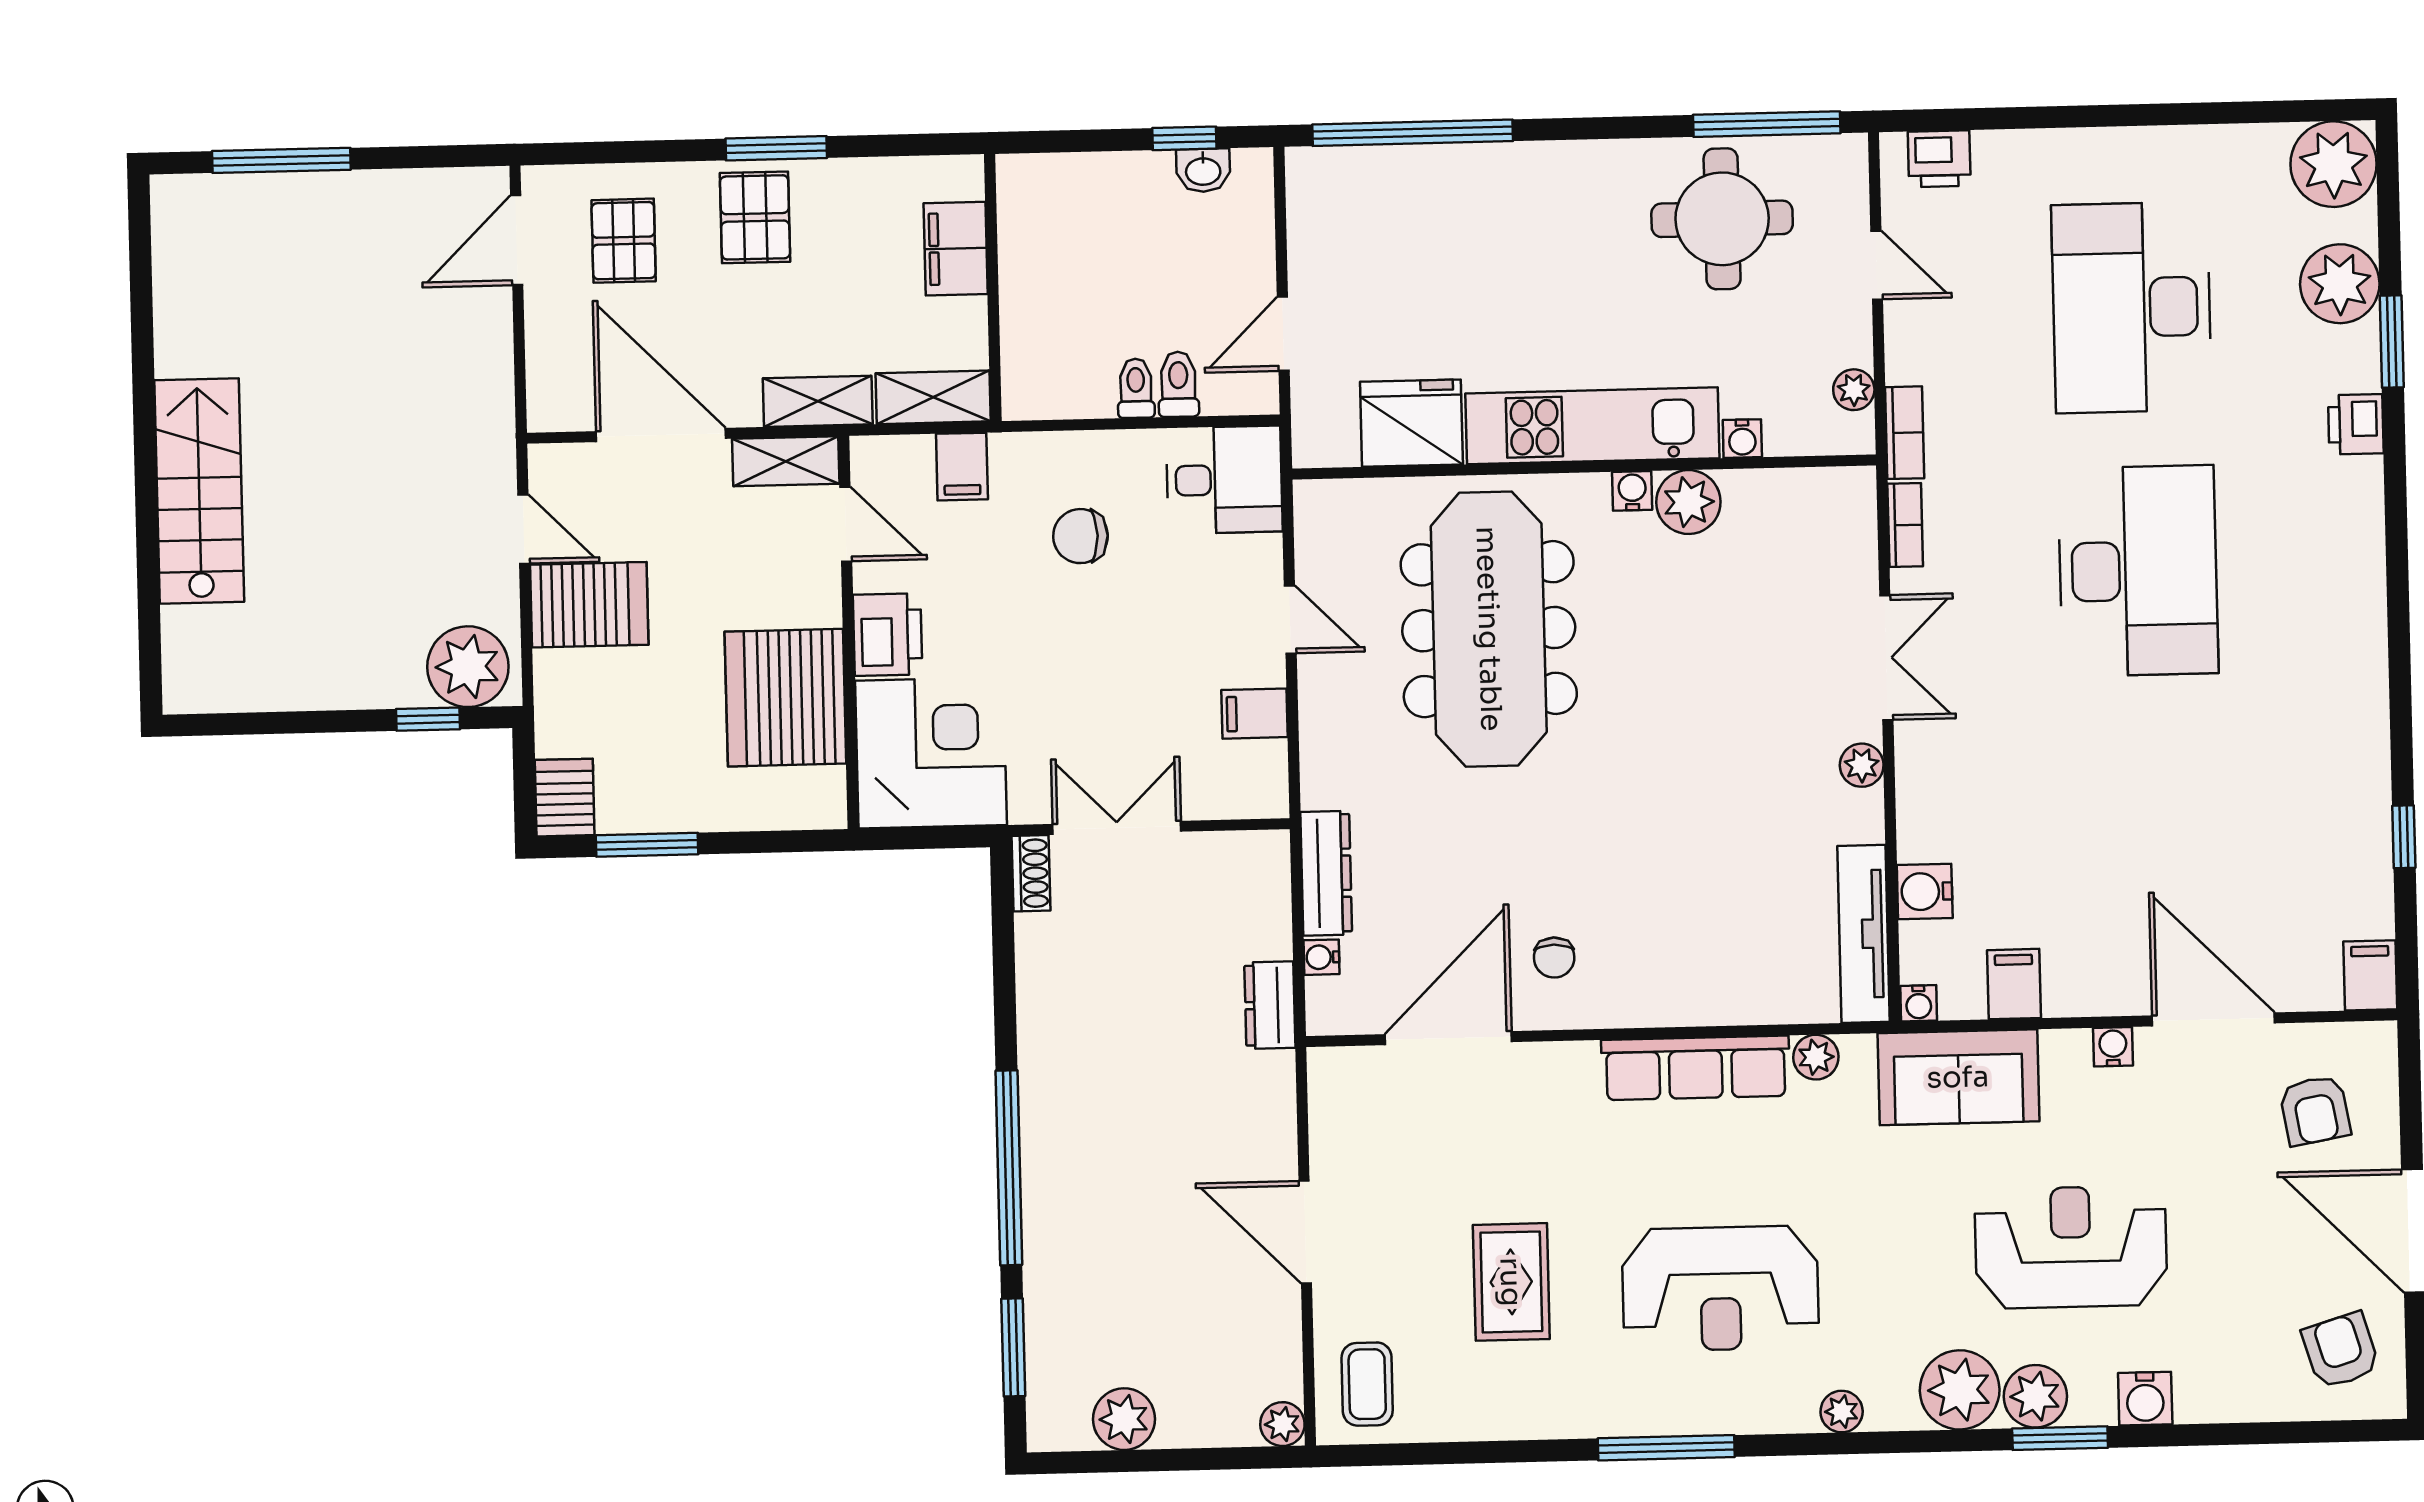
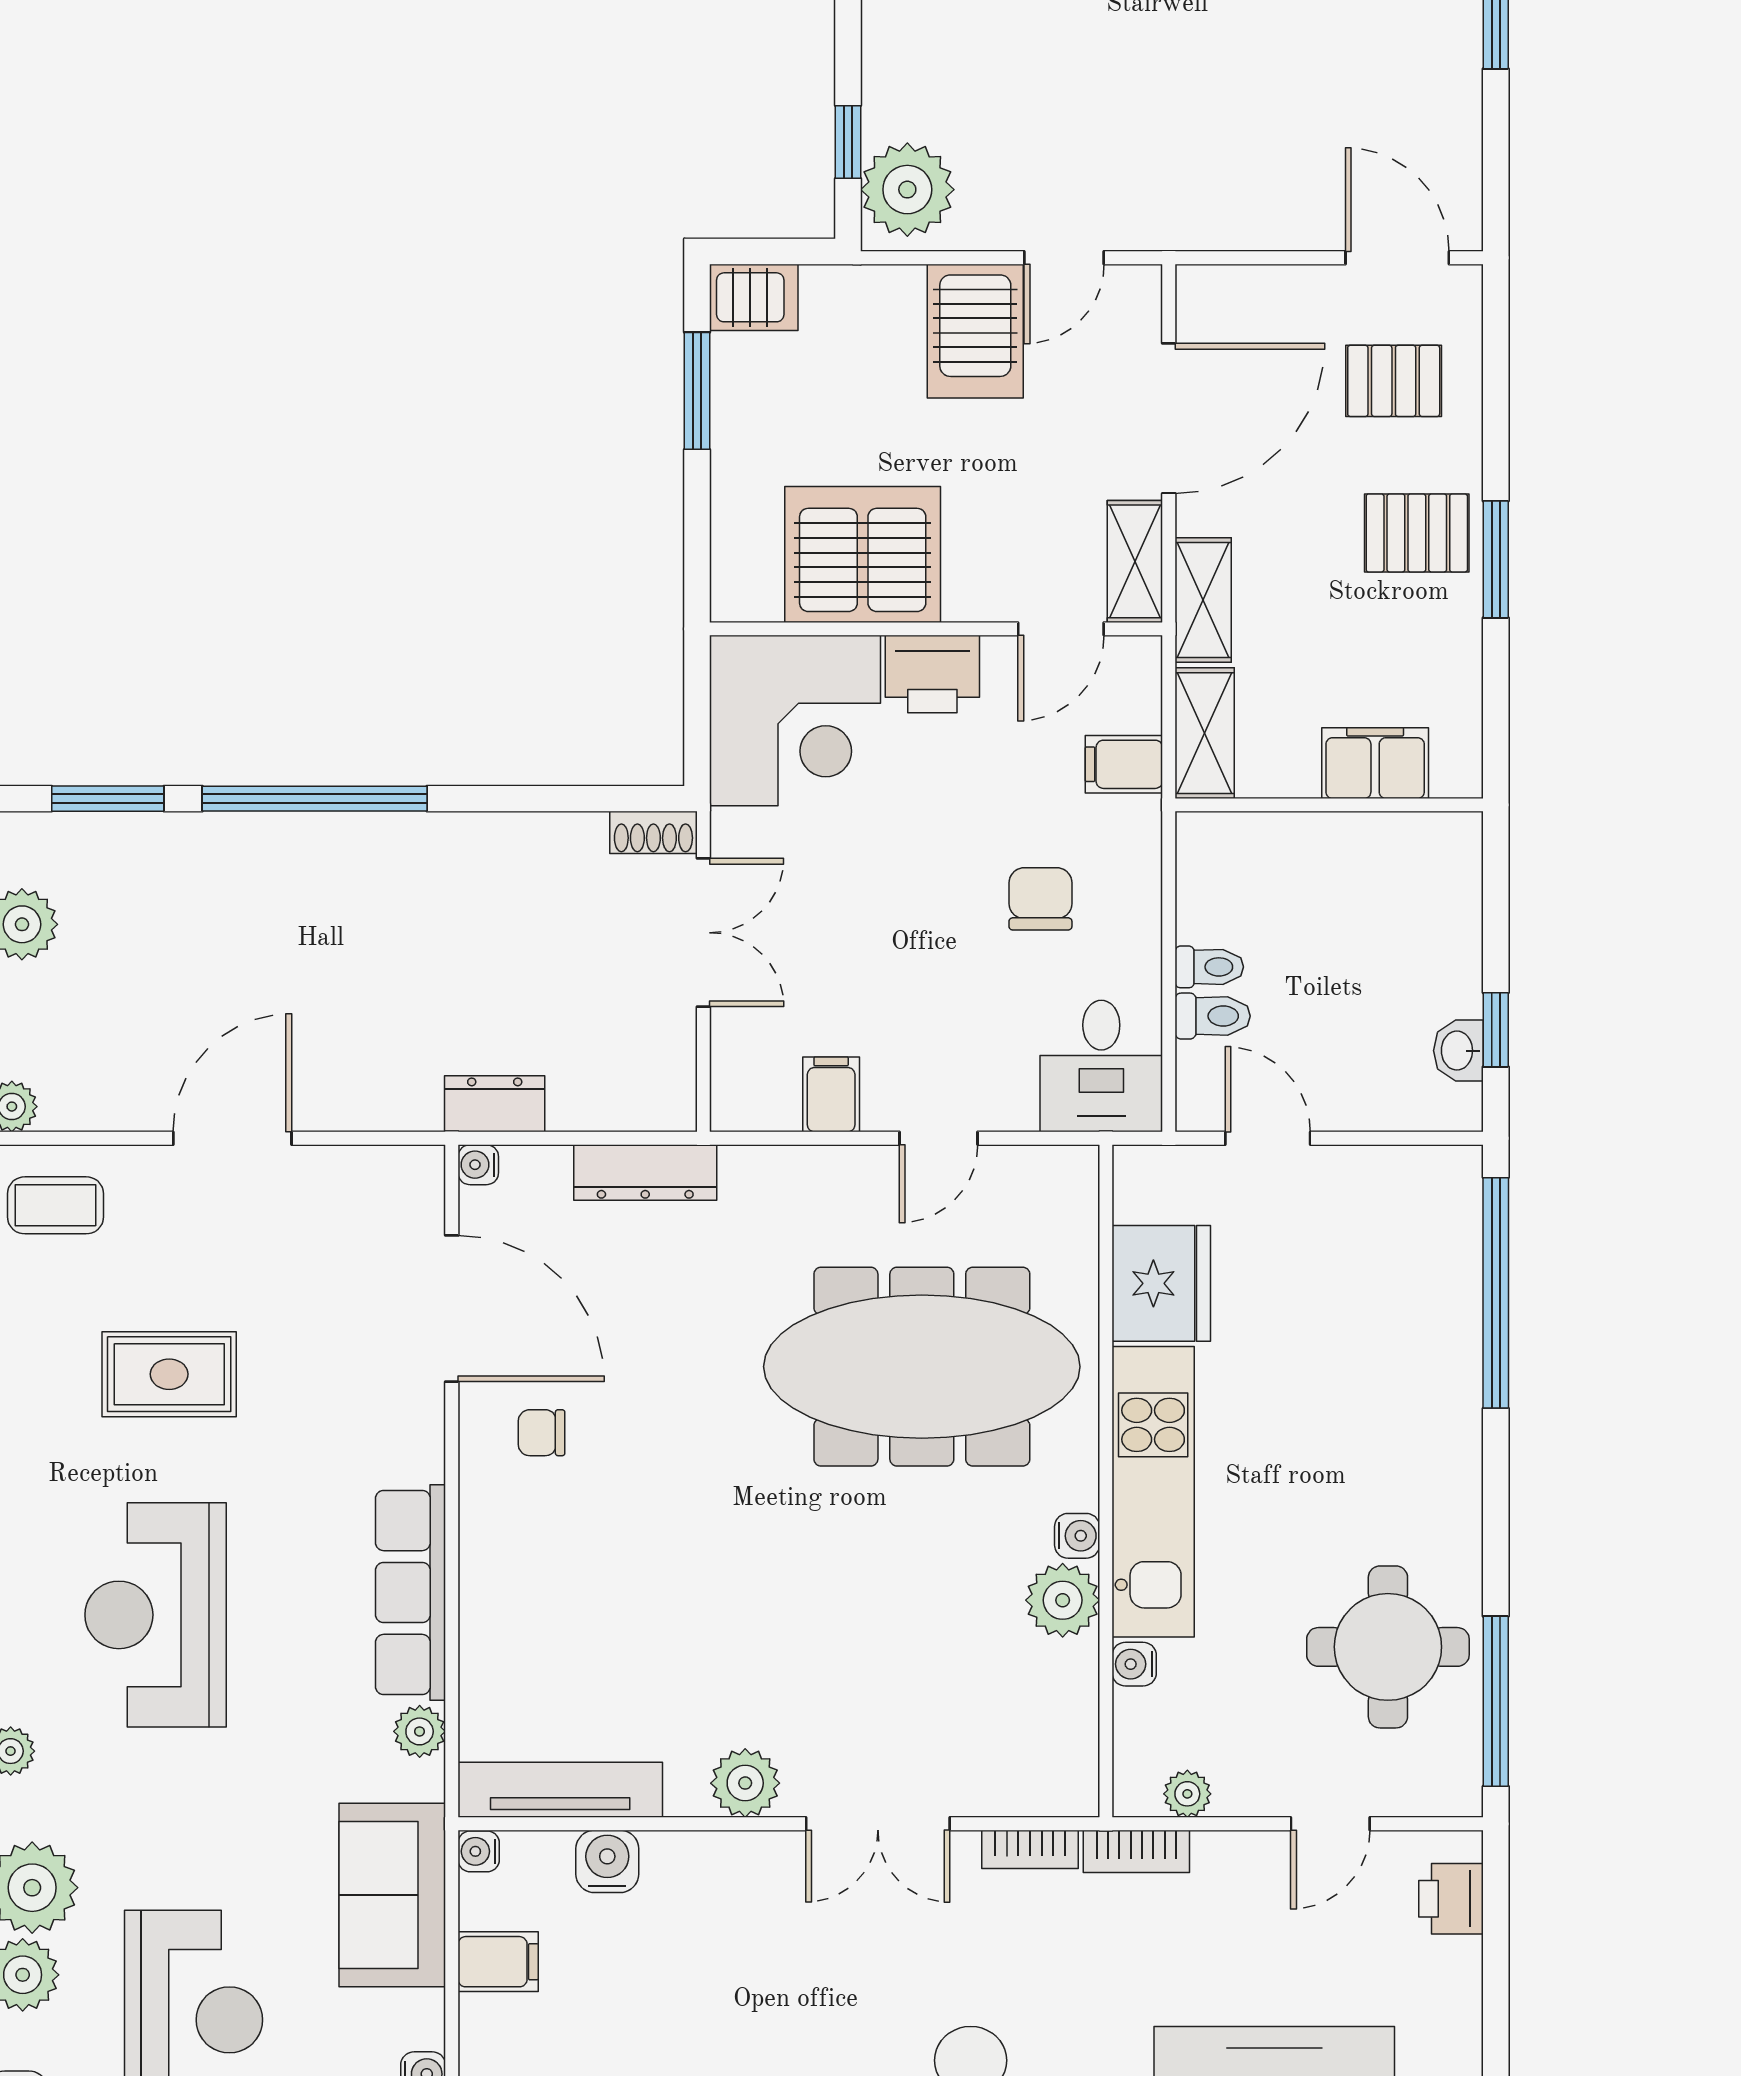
plant: (1862, 765) -> (745, 1783), width x1.38, depth x1.38
water cooler: (1321, 957) -> (478, 1165), moved, turned -90

